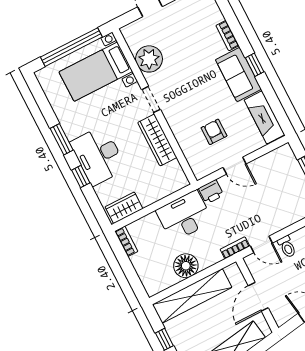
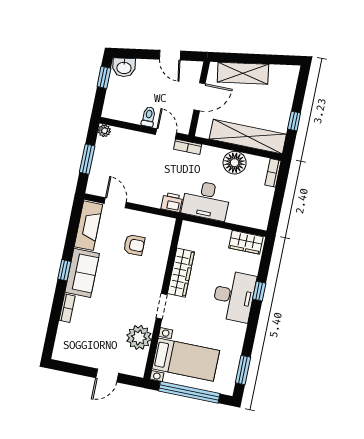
armchair: (214, 132) -> (134, 245), turned -90
window: (62, 139) -> (243, 370), moved
door: (235, 166) -> (115, 203), moved
bookcase: (126, 241) -> (273, 173), moved

